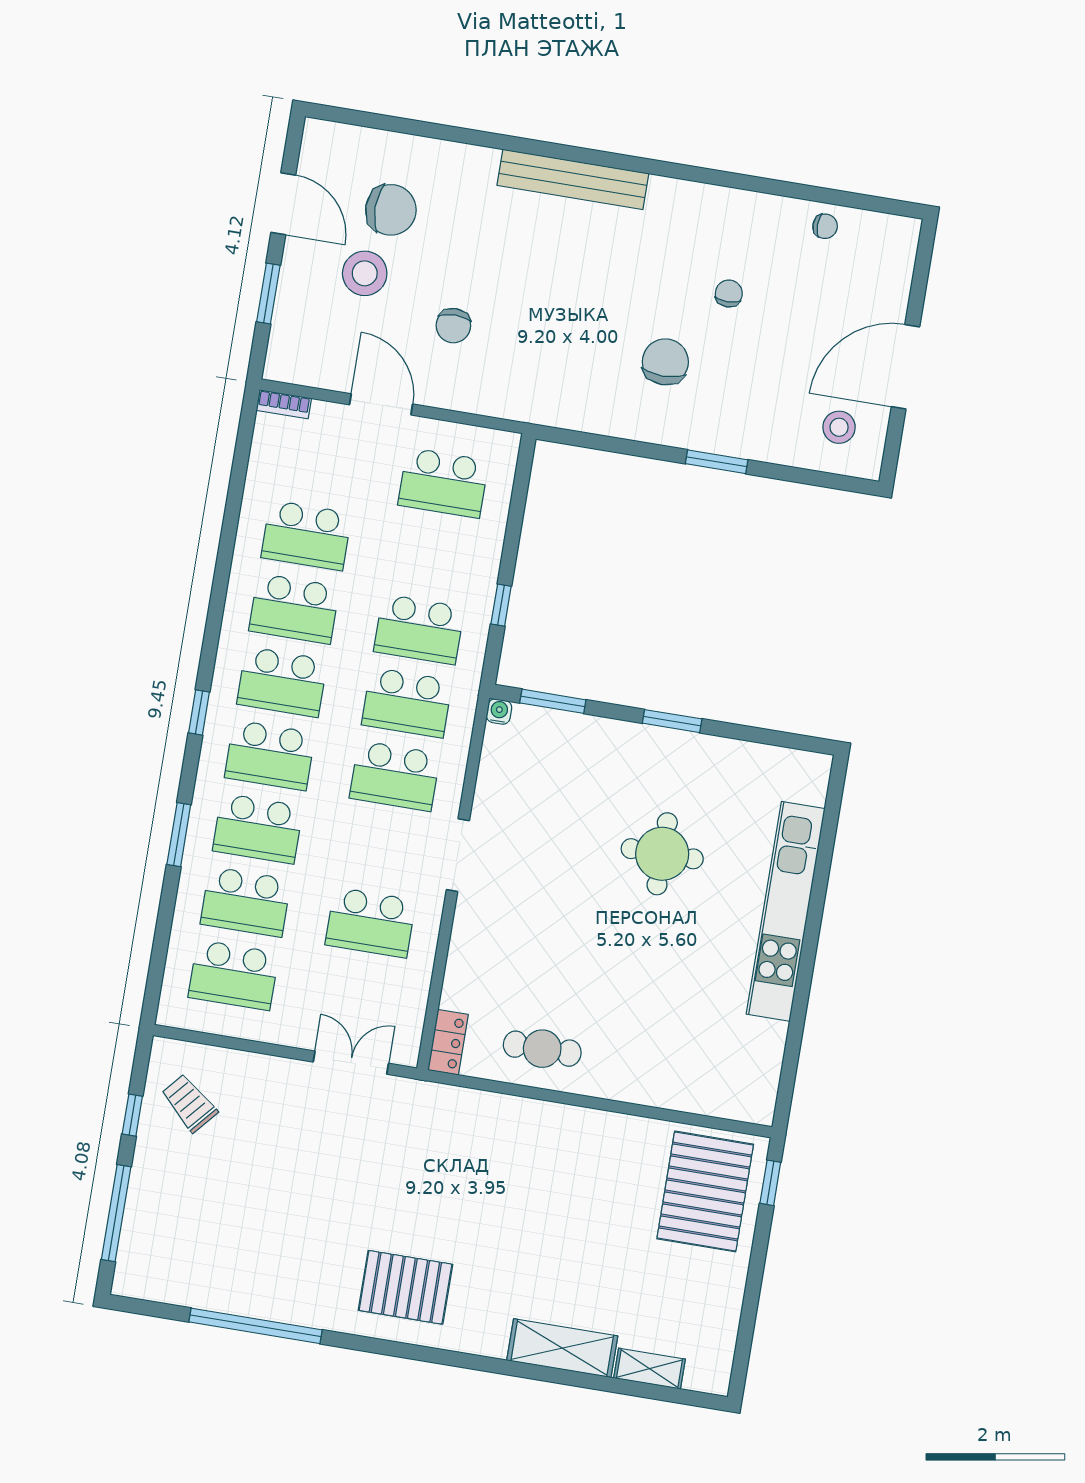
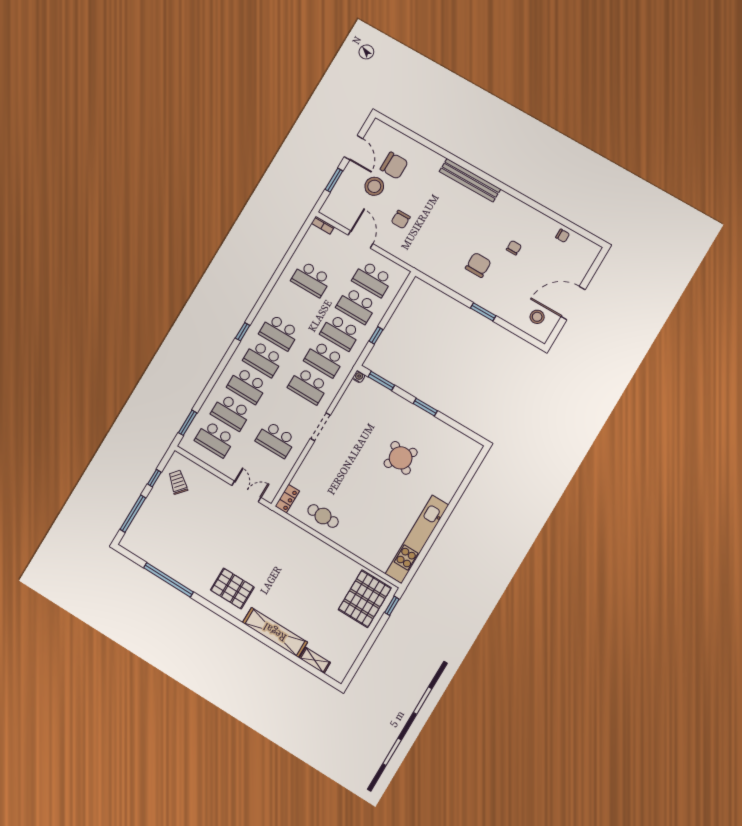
school desk: (294, 609) -> (356, 306), moved
window: (179, 835) -> (188, 423), moved
round table: (662, 854) -> (401, 458), turned 35
kitchen unit: (786, 911) -> (417, 539), moved
shelving: (562, 1348) -> (275, 632), width x1.47

